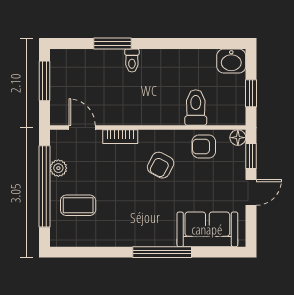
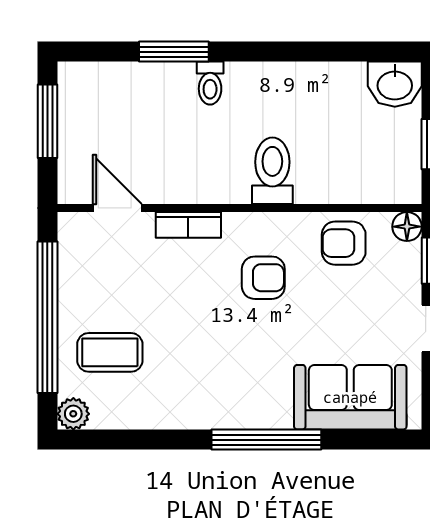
toilet: (196, 108) -> (272, 171), moved
armchair: (161, 165) -> (263, 278), turned -118
plant: (58, 168) -> (73, 414), moved

